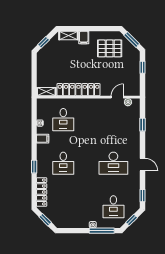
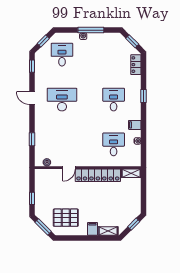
door: (117, 97) -> (69, 168), moved
locker: (42, 192) -> (136, 65), width x0.66
window: (102, 231) -> (91, 30), moved

